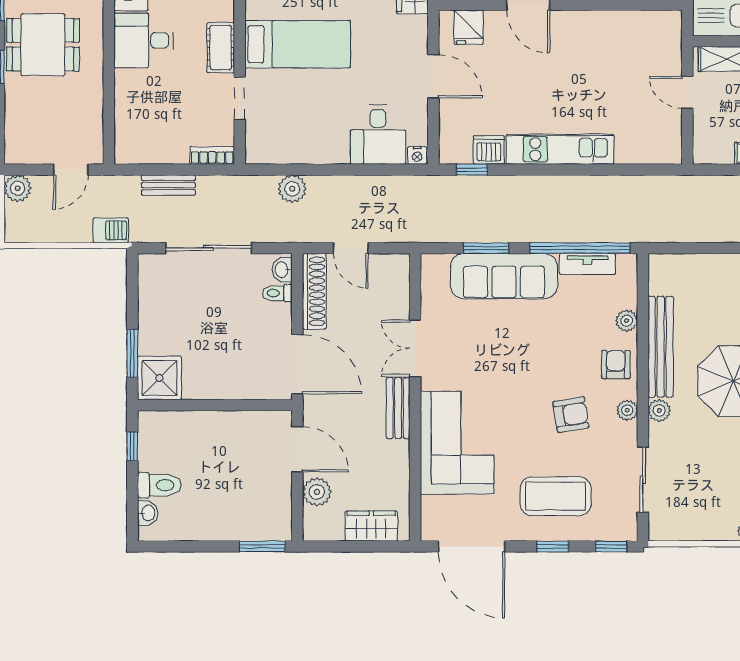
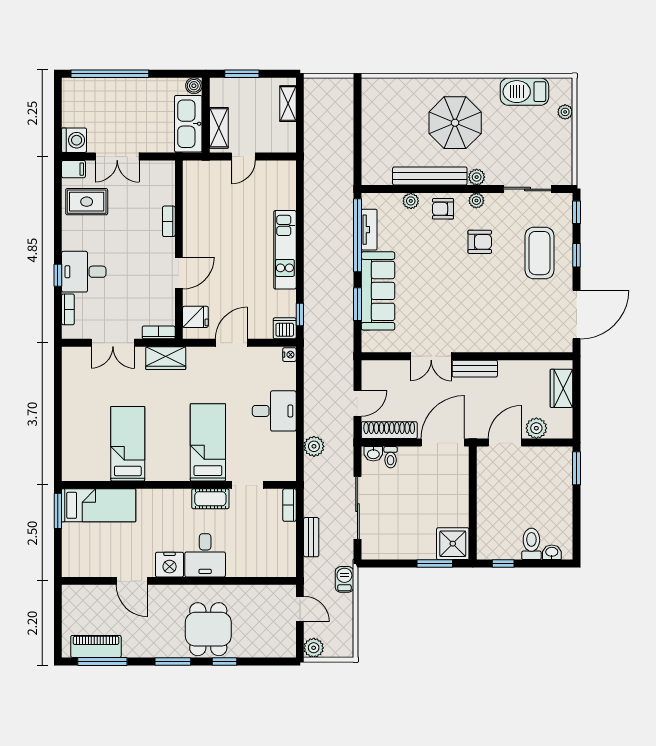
desk: (378, 135) -> (274, 411), moved
dishwasher: (489, 150) -> (285, 328), moved, turned 90
armchair: (571, 415) -> (480, 242), turned 99
corner sofa: (457, 443) -> (500, 325), removed

